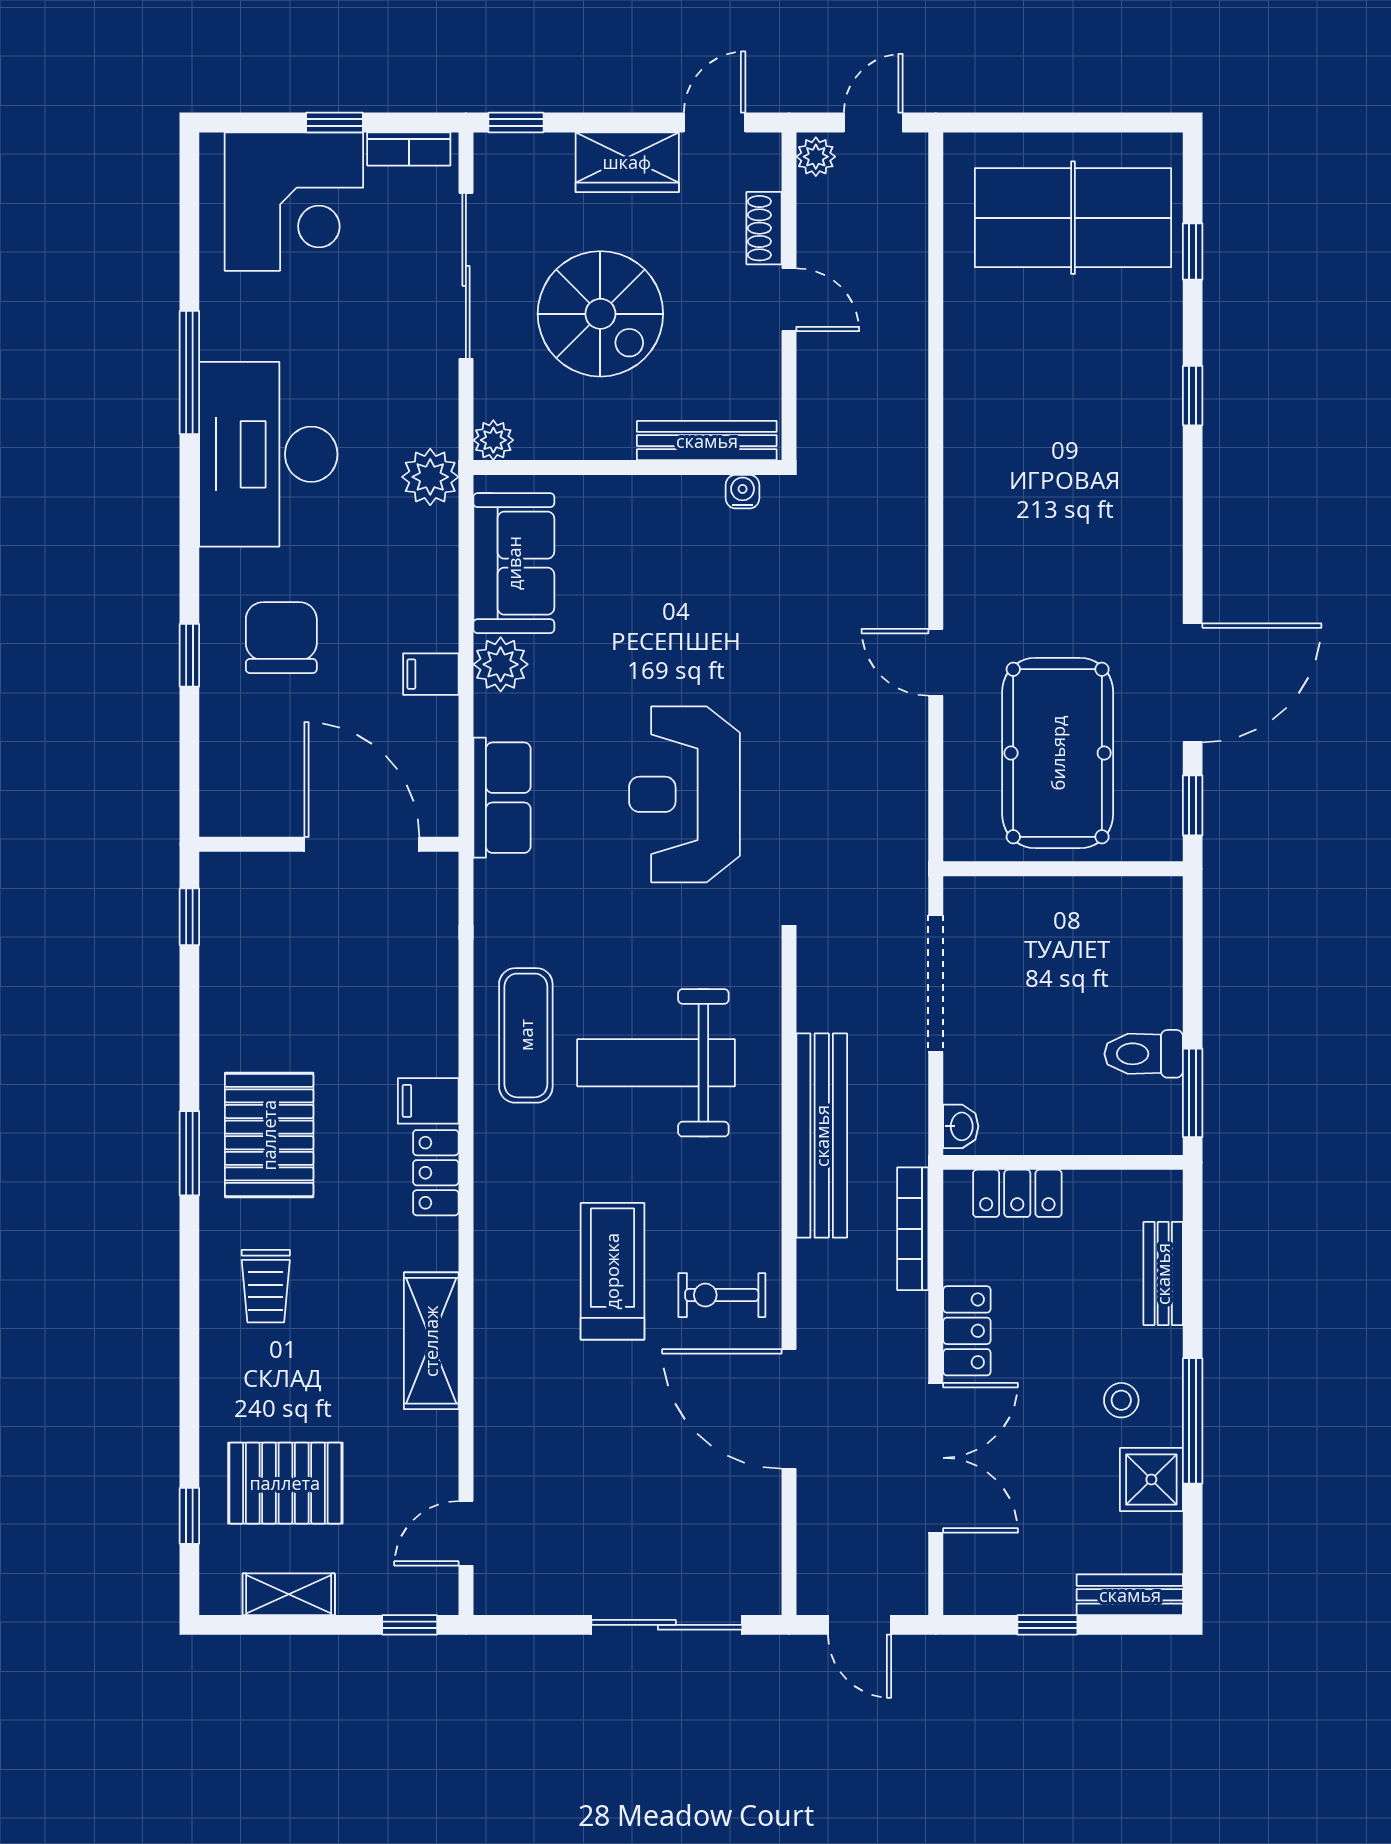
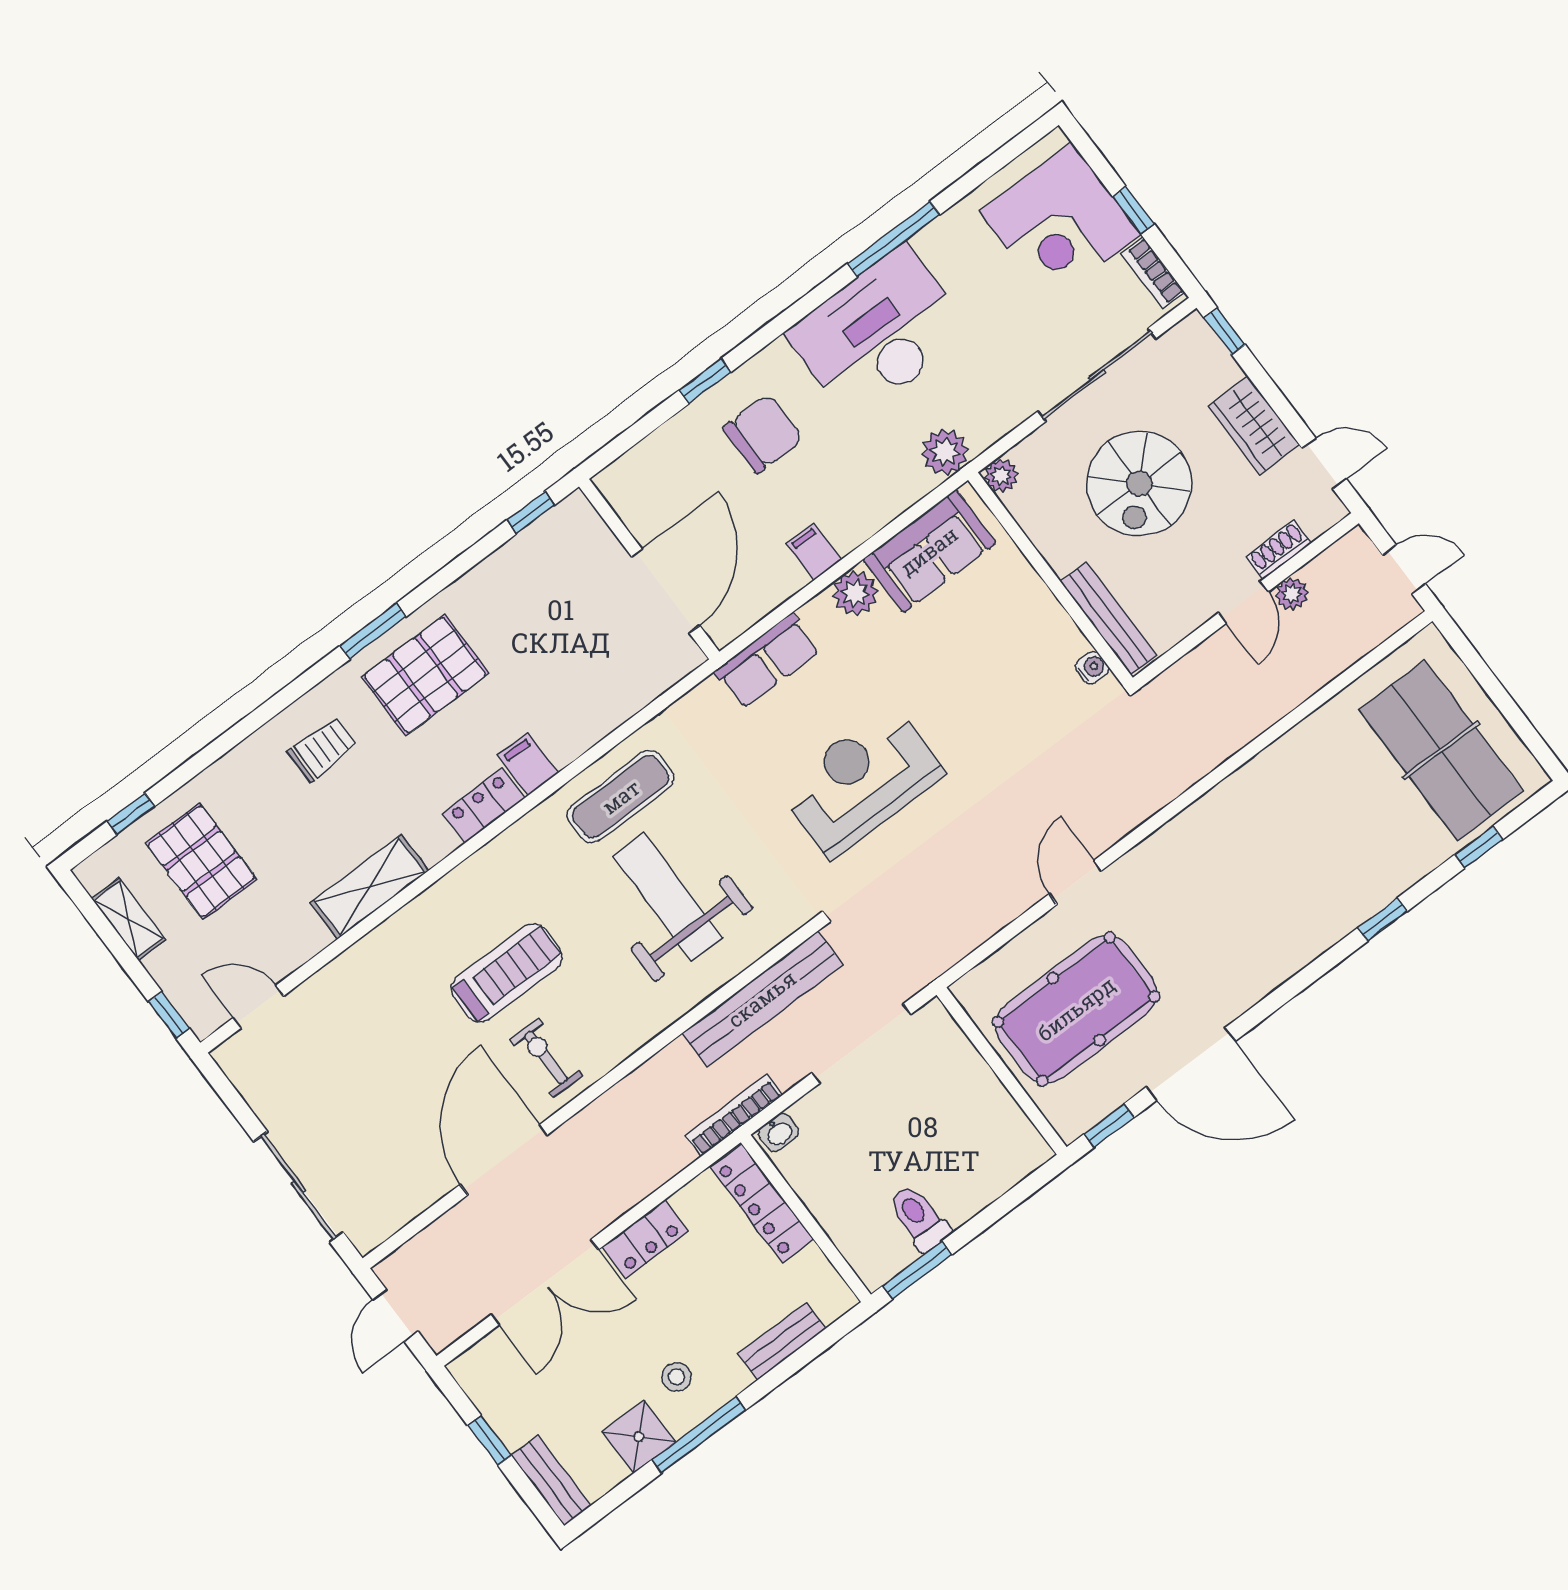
plant: (816, 157) -> (1292, 594), moved
bench: (822, 1136) -> (762, 999), moved
locker: (1017, 1193) -> (762, 1204), width x1.53
bookcase: (913, 1229) -> (734, 1115), moved
trolley: (266, 1286) -> (323, 749), turned 180

